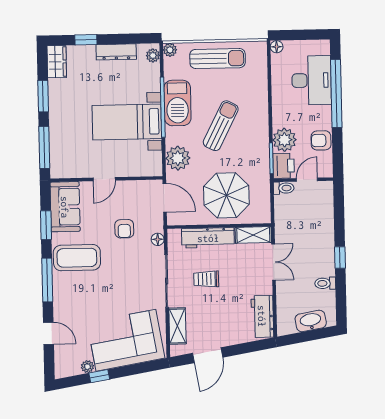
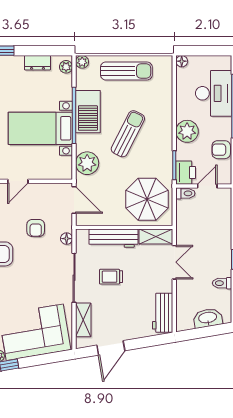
dresser: (116, 52) -> (37, 63), width x0.70
plant: (284, 140) -> (187, 131), moved
parasol: (226, 195) -> (147, 199), moved

